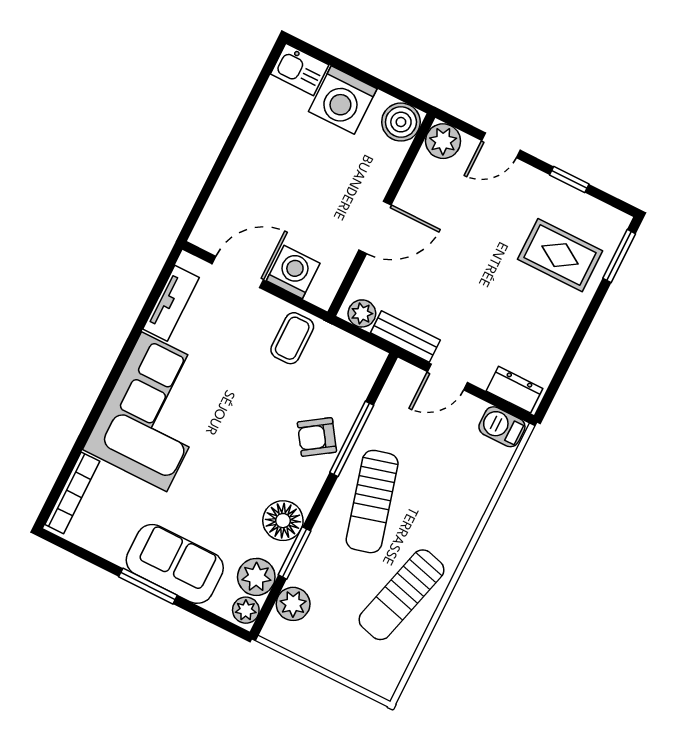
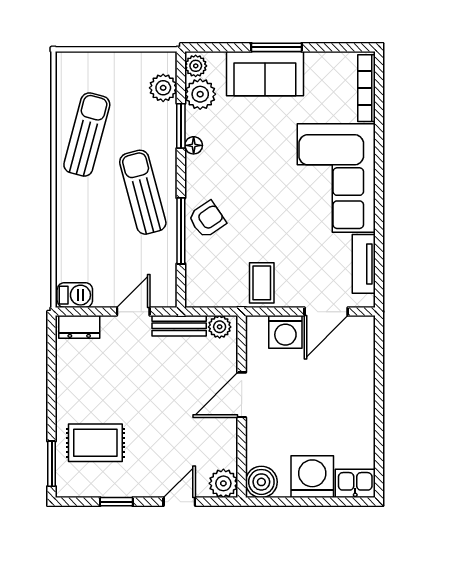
floor lamp: (283, 521) -> (194, 145), width x0.53, depth x0.53

